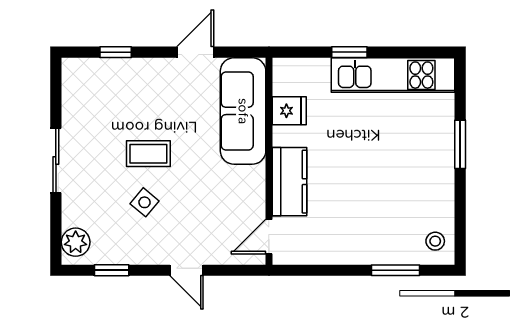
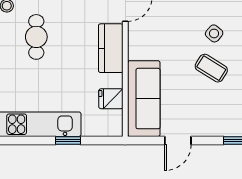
coffee table: (148, 154) -> (211, 68), turned 32
cafe table: (394, 197) -> (36, 37), added

